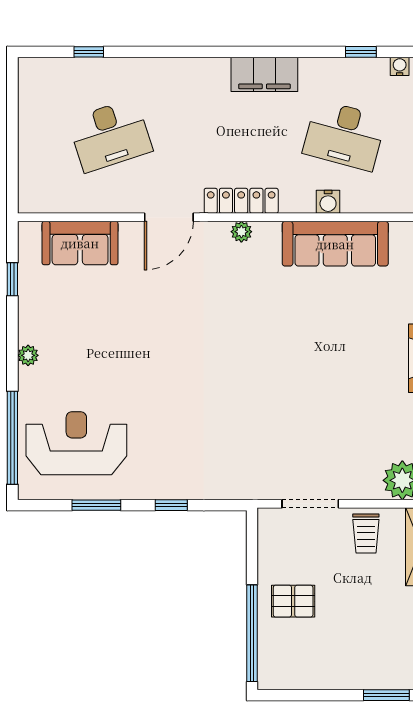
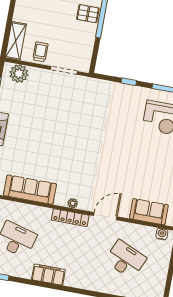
desk: (110, 135) -> (126, 259), turned 42
water cooler: (328, 202) -> (162, 234), moved
pallet: (293, 601) -> (88, 14), moved

